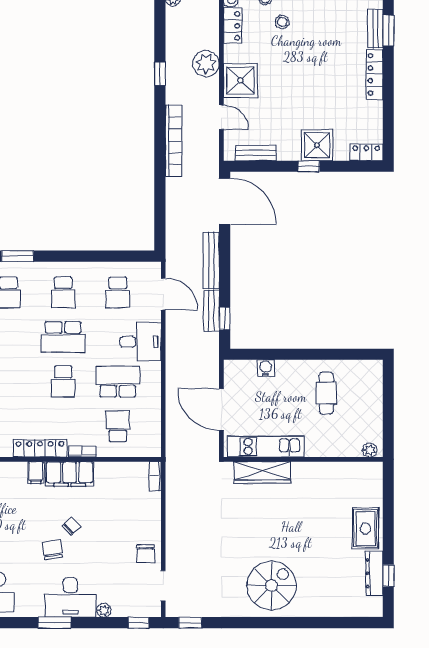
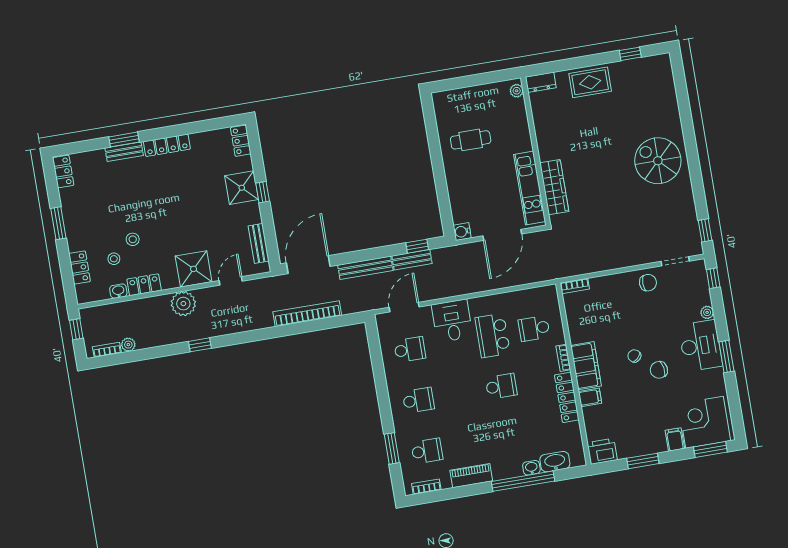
bookcase: (173, 141) -> (307, 314), moved
school desk: (63, 337) -> (460, 393), removed
water cooler: (266, 368) -> (462, 232), moved
dresser: (374, 573) -> (541, 82), moved, width x0.70

